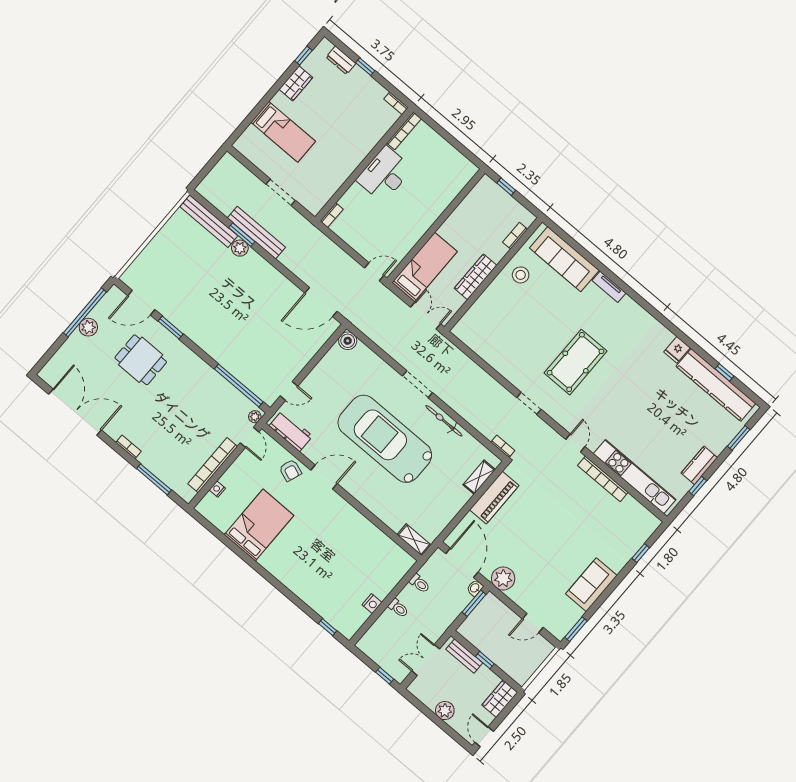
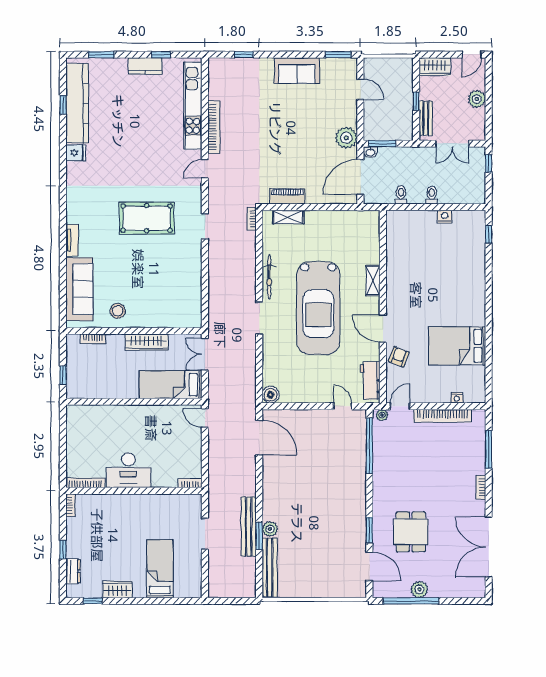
piano: (494, 498) -> (287, 196), width x0.73, depth x0.75
shelving: (414, 540) -> (373, 281), moved

